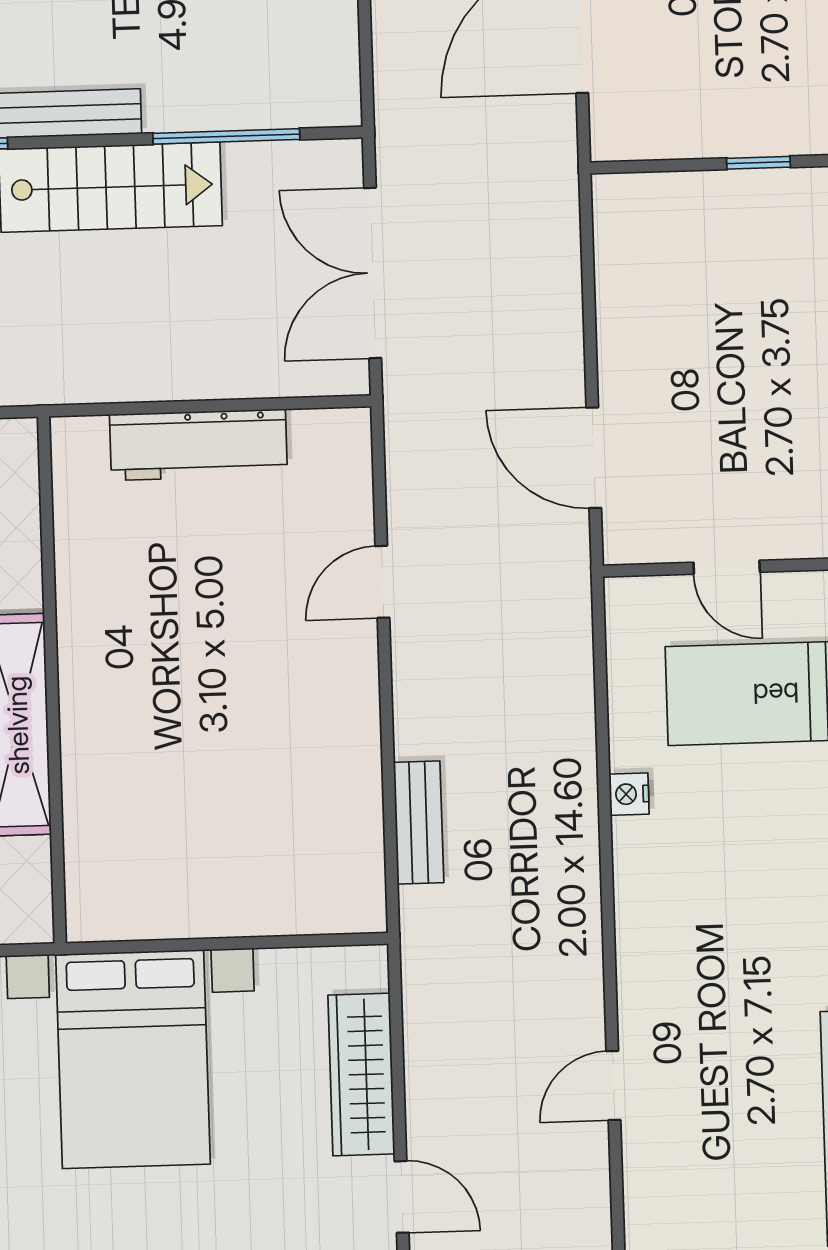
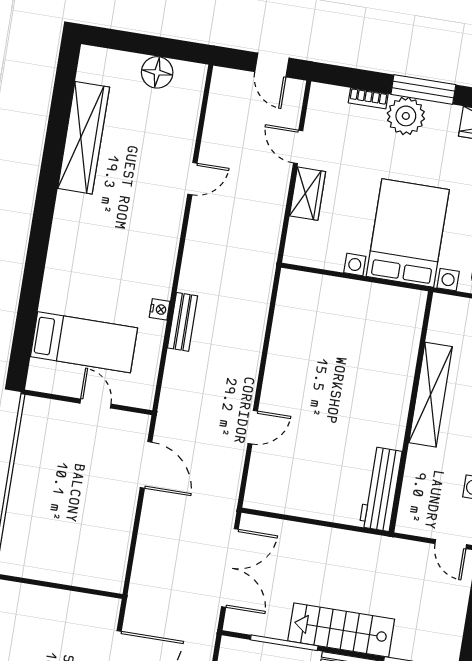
window: (758, 163) -> (45, 584), removed
workbench: (198, 445) -> (381, 489), moved, turned -90
bench: (419, 823) -> (183, 322), moved
wardrobe: (361, 1075) -> (308, 194), width x0.67

